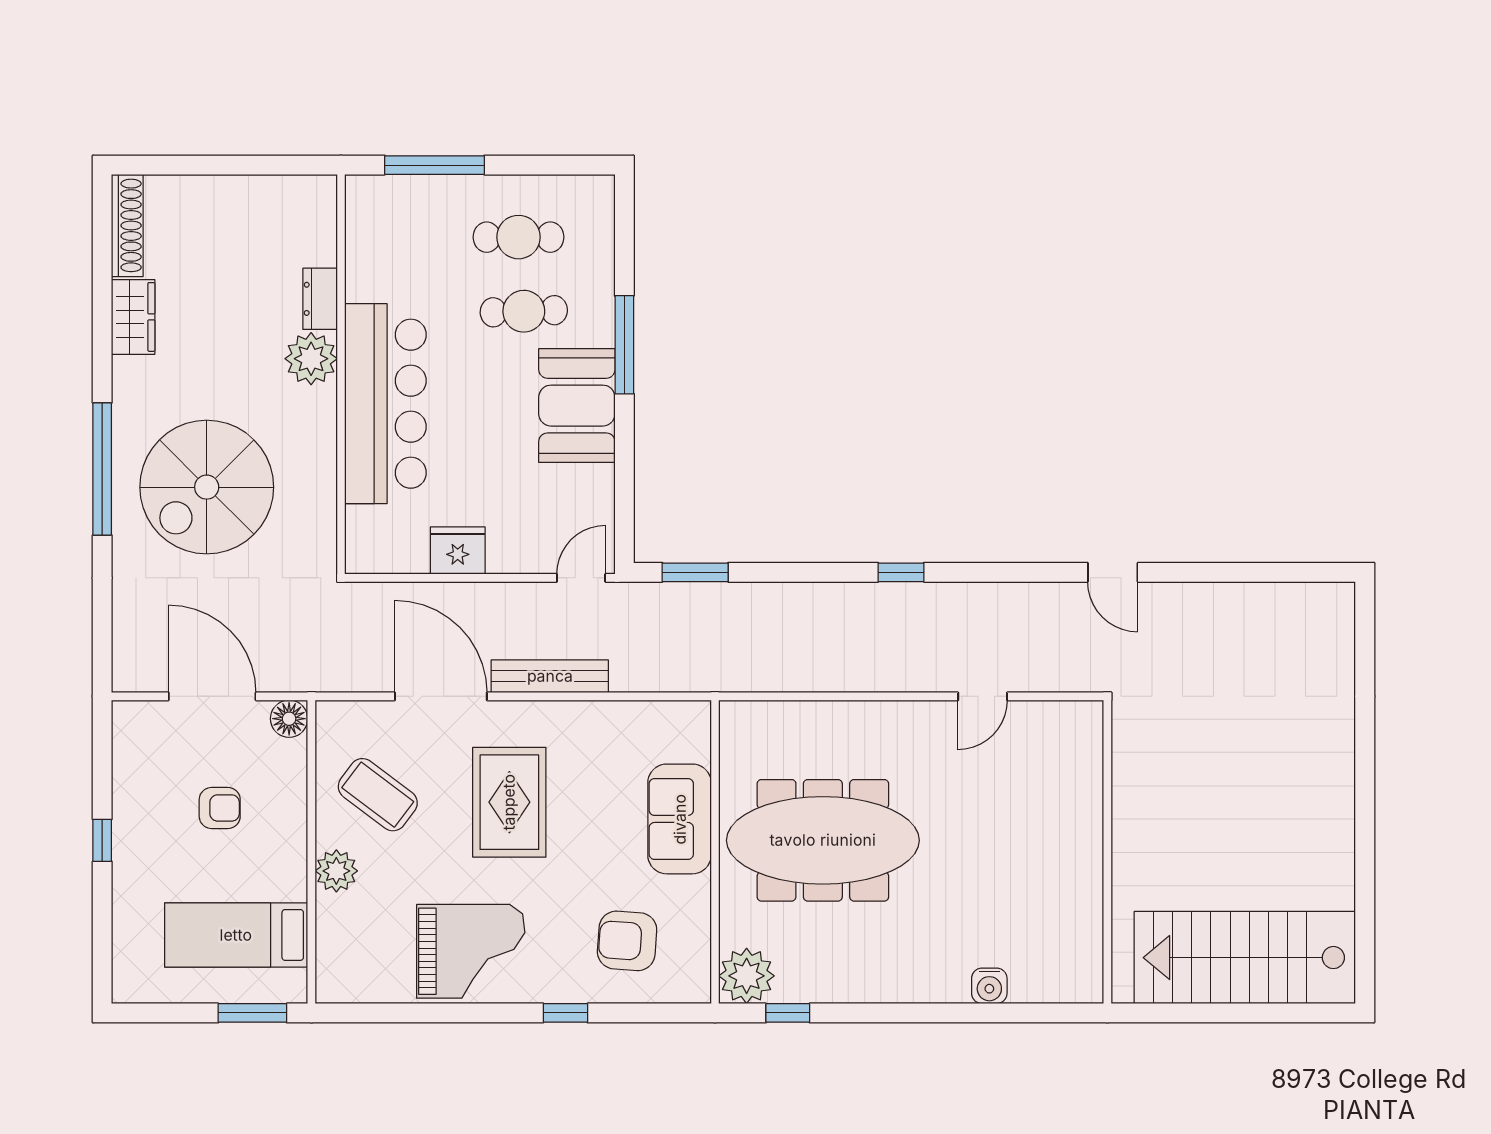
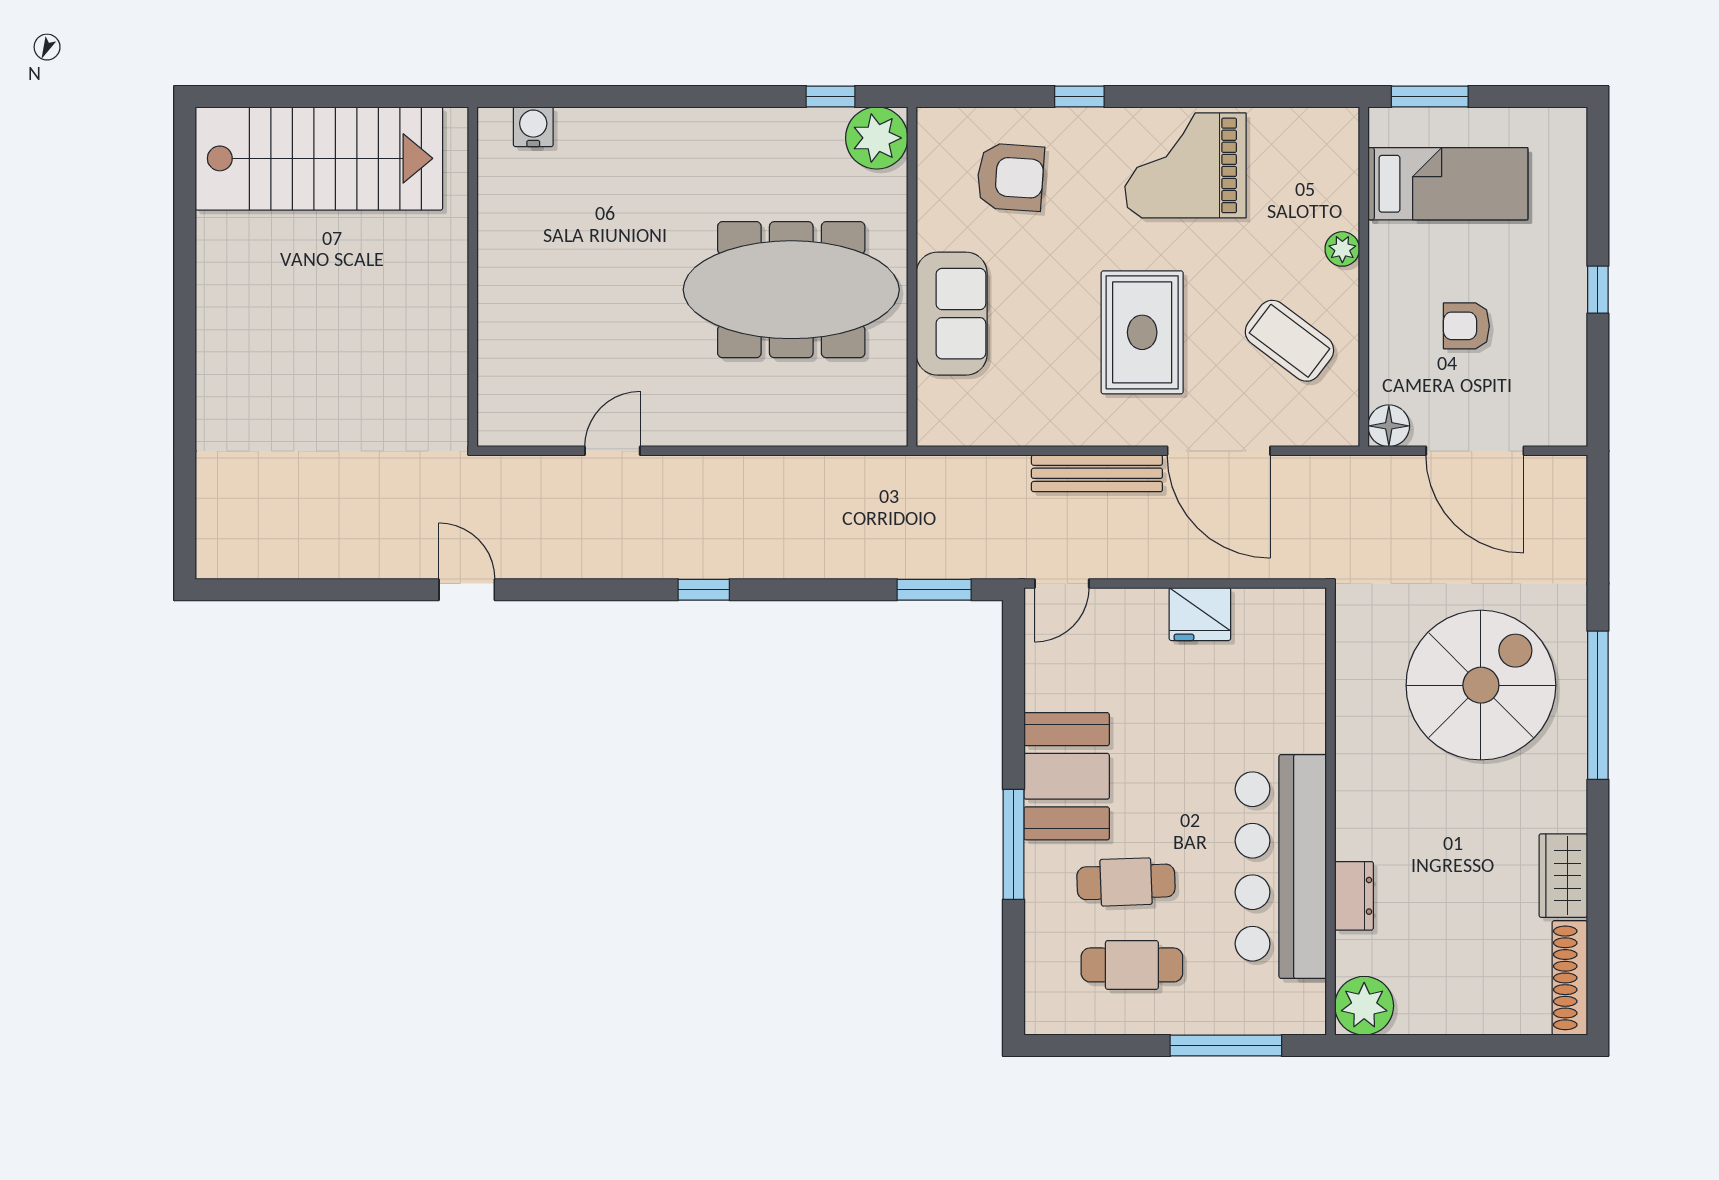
plant: (311, 359) -> (1364, 1006), moved
bar counter: (385, 404) -> (1281, 866), moved
plant: (336, 871) -> (1342, 249), width x0.73, depth x0.73
water cooler: (989, 986) -> (533, 127), moved

